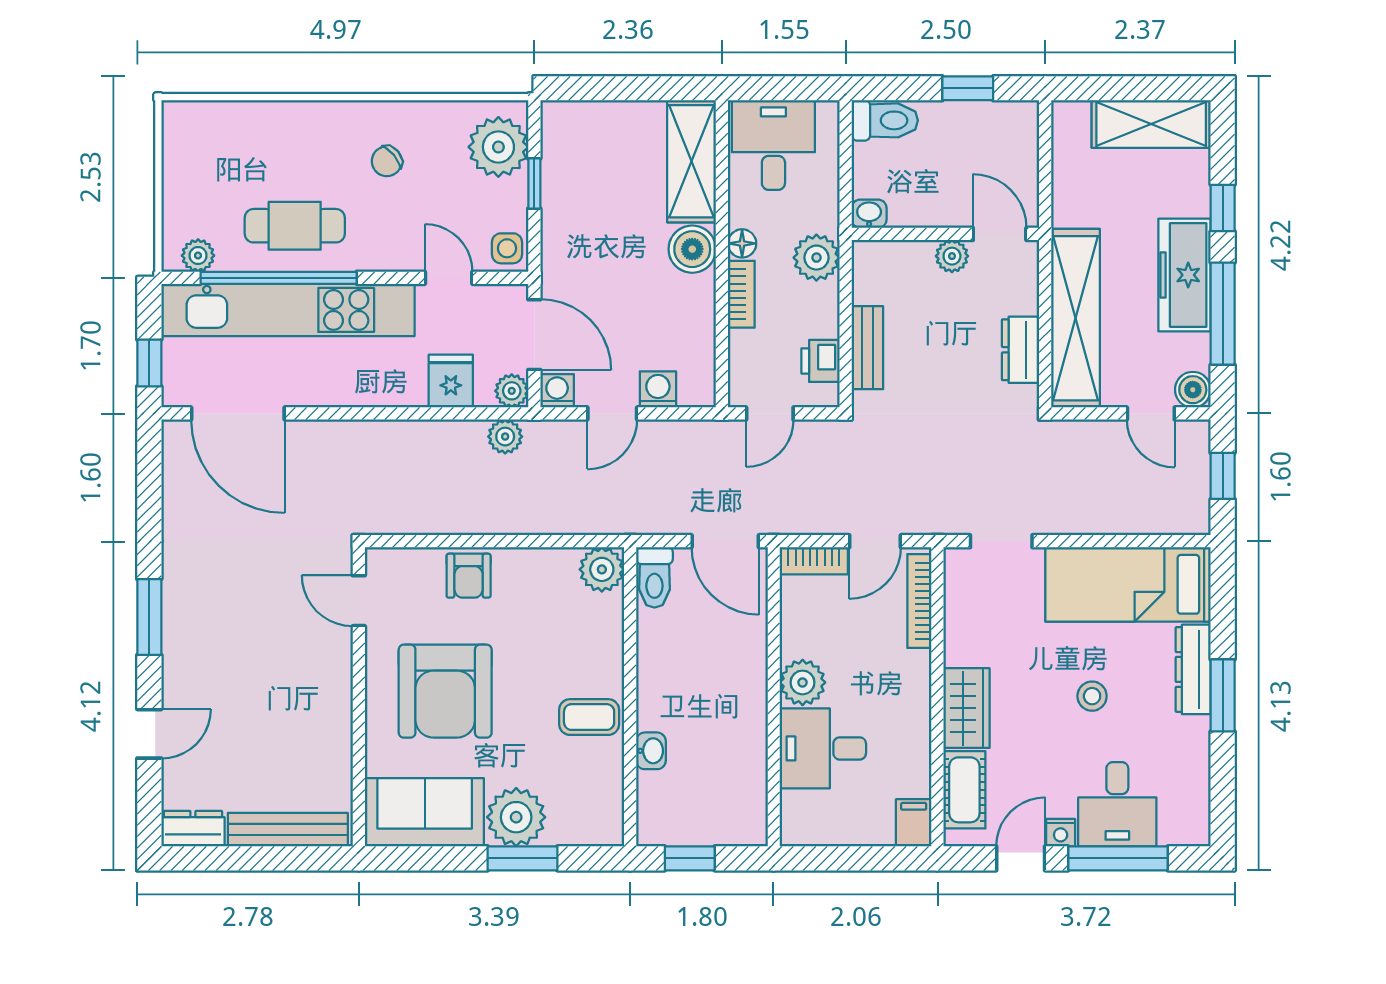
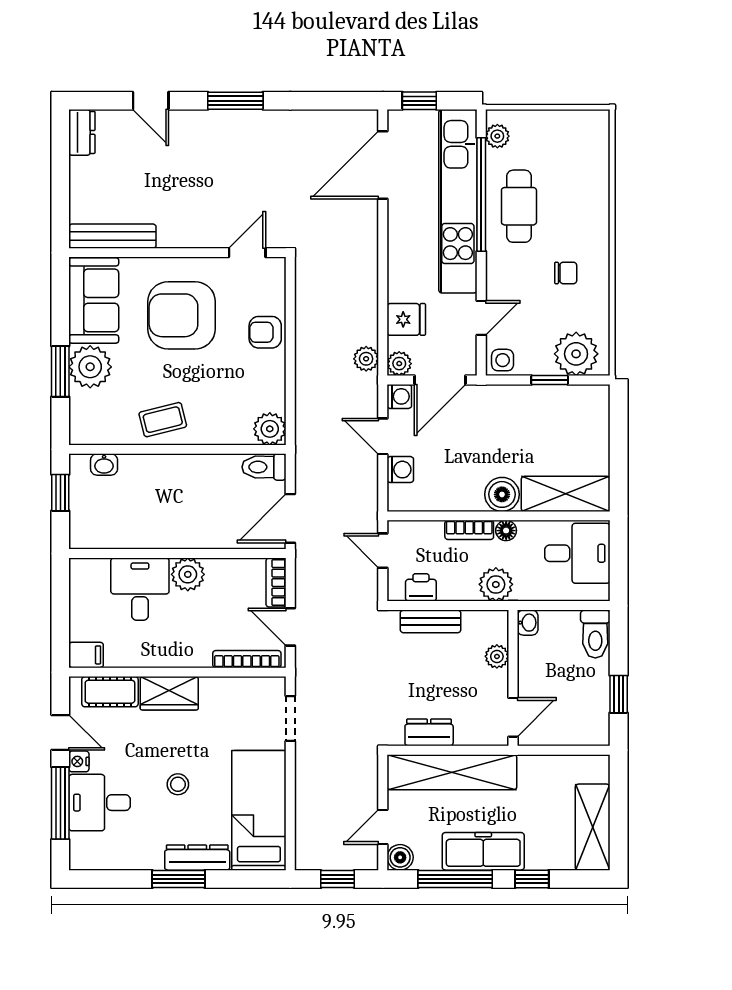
chair: (387, 161) -> (566, 273), turned 129
plant: (952, 256) -> (497, 656), moved
coffee table: (589, 717) -> (163, 420), turned 76
washbasin: (651, 751) -> (104, 464), moved
bench: (288, 830) -> (112, 236), moved, turned 90

